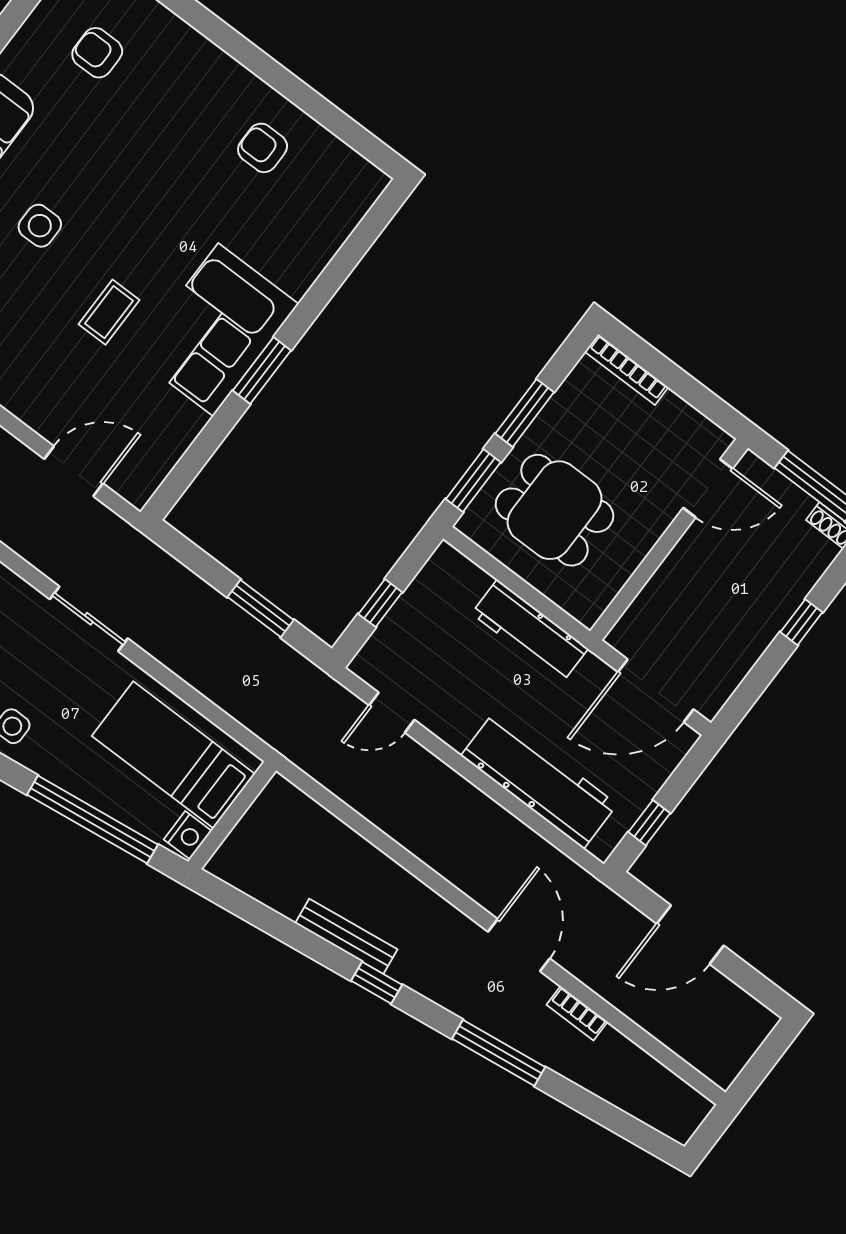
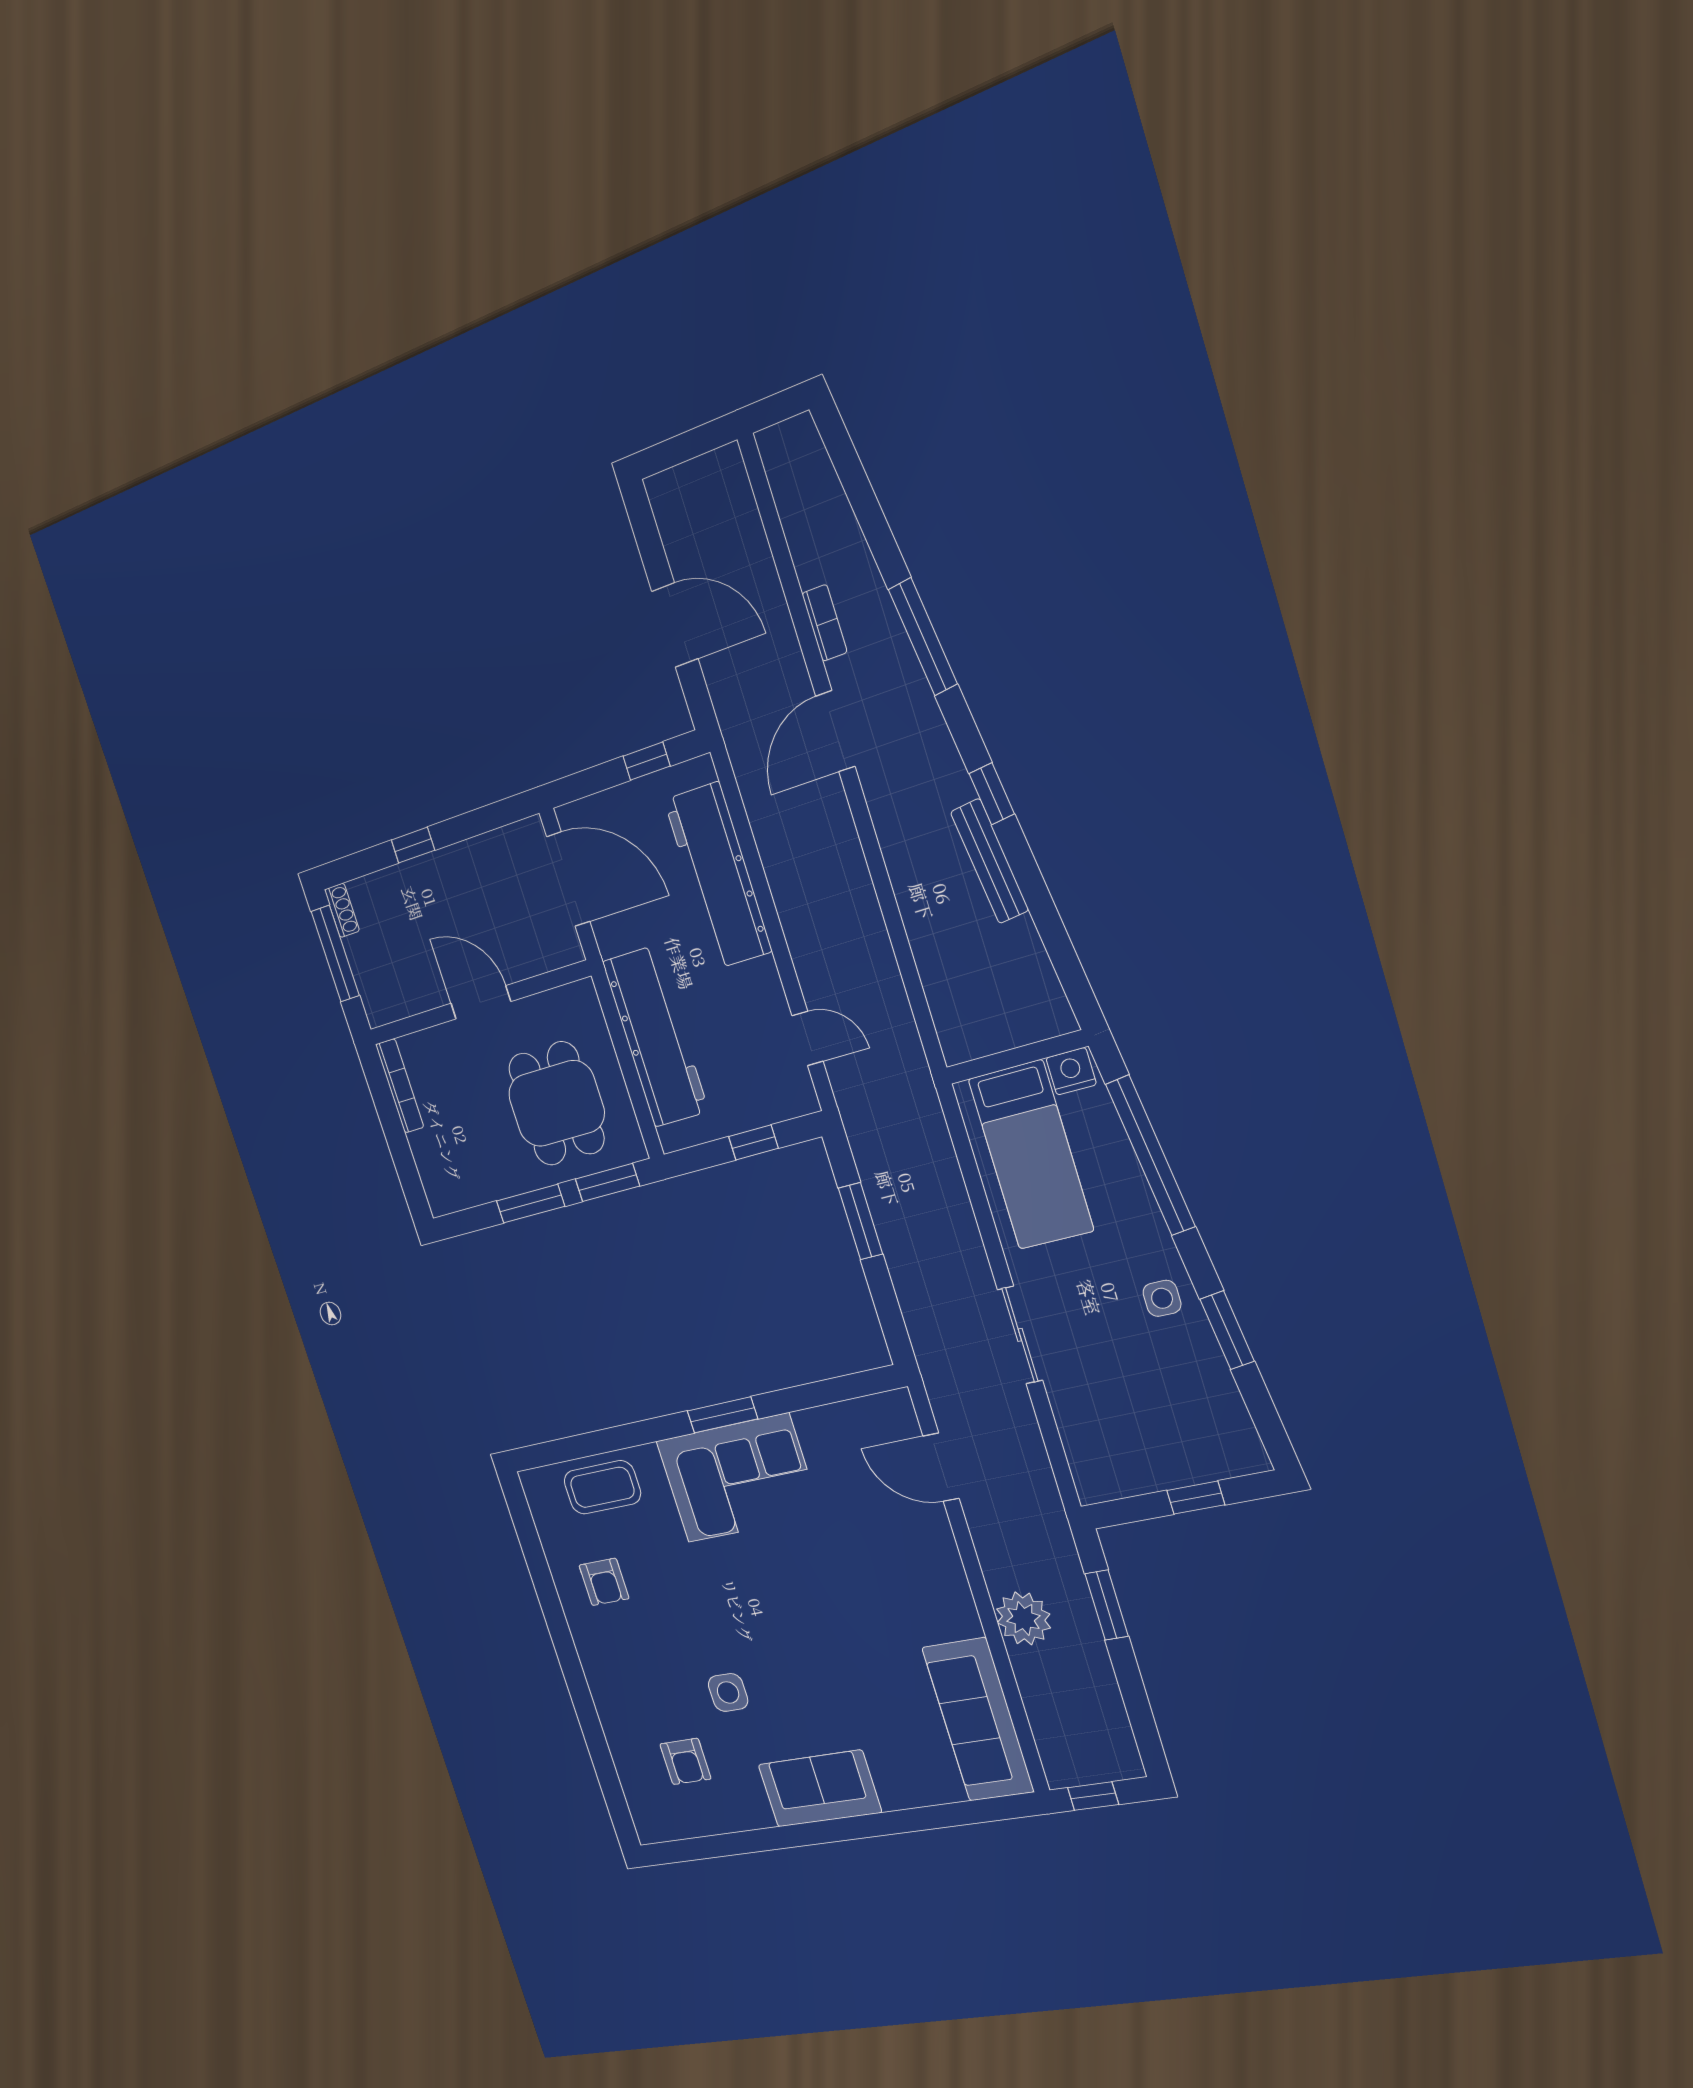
side table: (40, 226) -> (728, 1692), moved
coffee table: (109, 312) -> (602, 1487), moved, width x1.36, depth x1.30
bookcase: (627, 369) -> (400, 1086), moved
door: (708, 488) -> (481, 1002), moved
workbench: (530, 631) -> (655, 1037), width x1.36, depth x1.32

